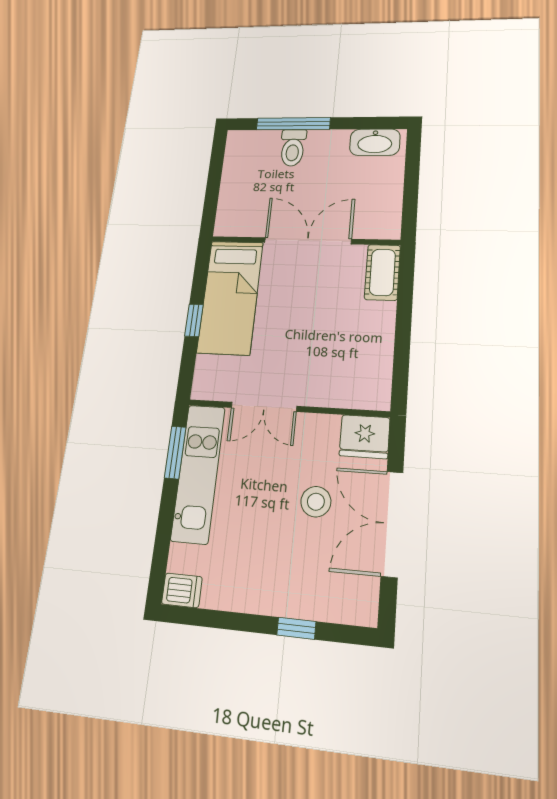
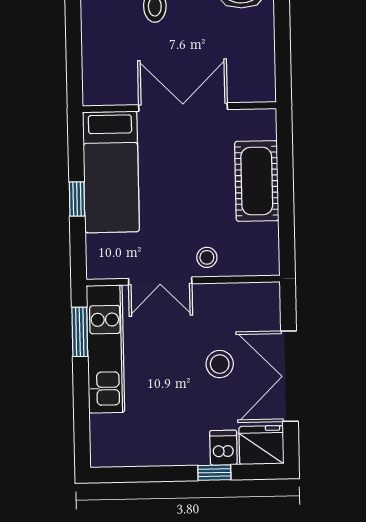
cot: (382, 272) -> (257, 181), moved, width x1.37, depth x1.34
stool: (315, 386) -> (207, 257), added
fridge: (365, 437) -> (261, 445), moved, turned 180
dishwasher: (182, 590) -> (223, 448), moved, turned -90

